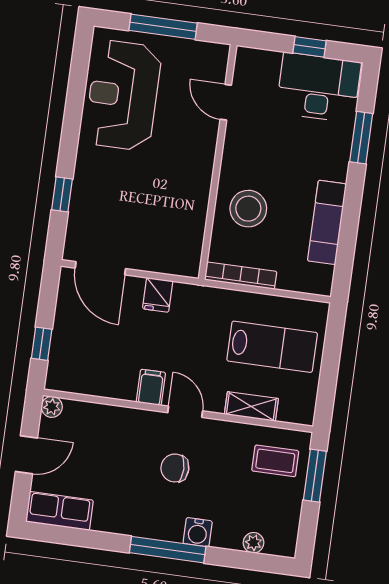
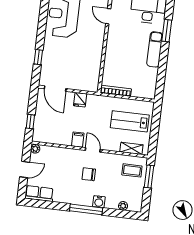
stool: (248, 209) -> (119, 62), removed
exam couch: (327, 222) -> (155, 49), moved
lab bench: (272, 347) -> (130, 121), turned 180
shelving: (251, 406) -> (131, 148), moved

